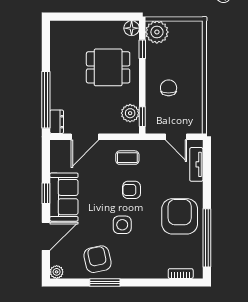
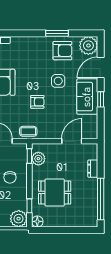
window: (46, 100) -> (101, 199), moved
dresser: (57, 122) -> (93, 169), moved
coffee table: (127, 158) -> (28, 131), moved
side table: (122, 225) -> (58, 81), moved
armchair: (97, 259) -> (62, 51), turned -78
plant: (57, 272) -> (88, 46), width x1.88, depth x1.88

